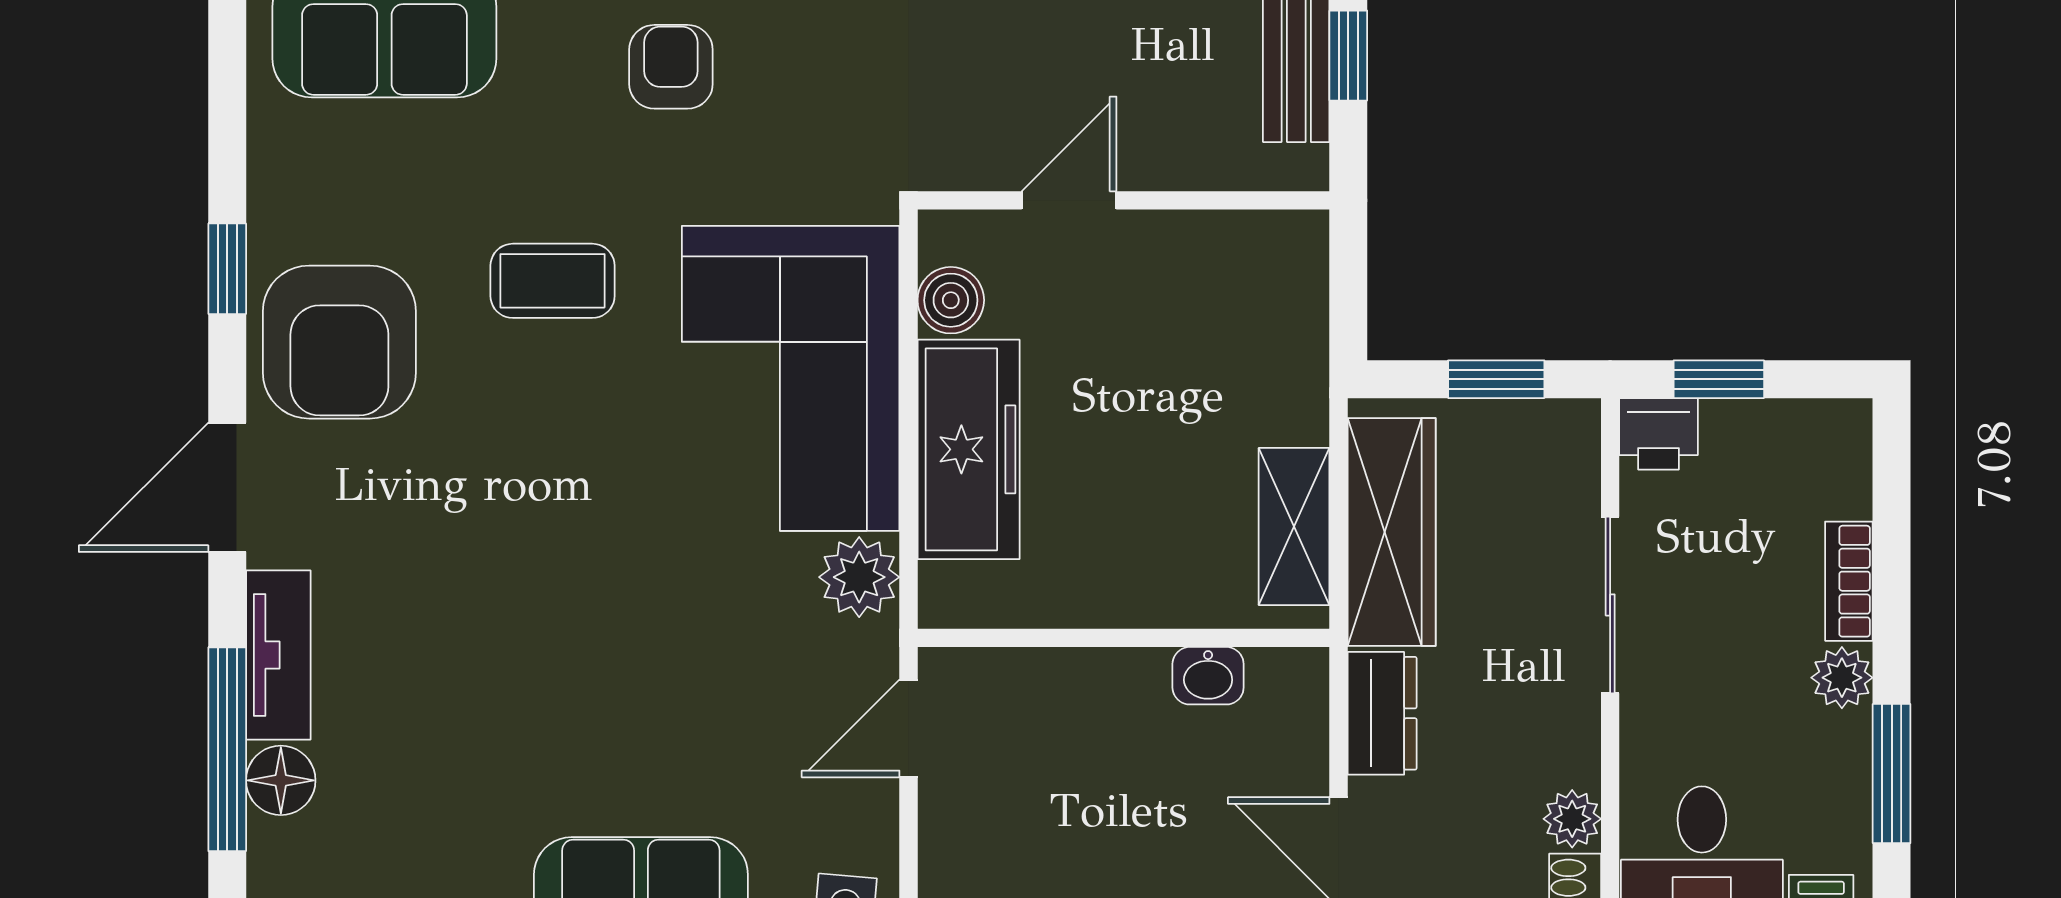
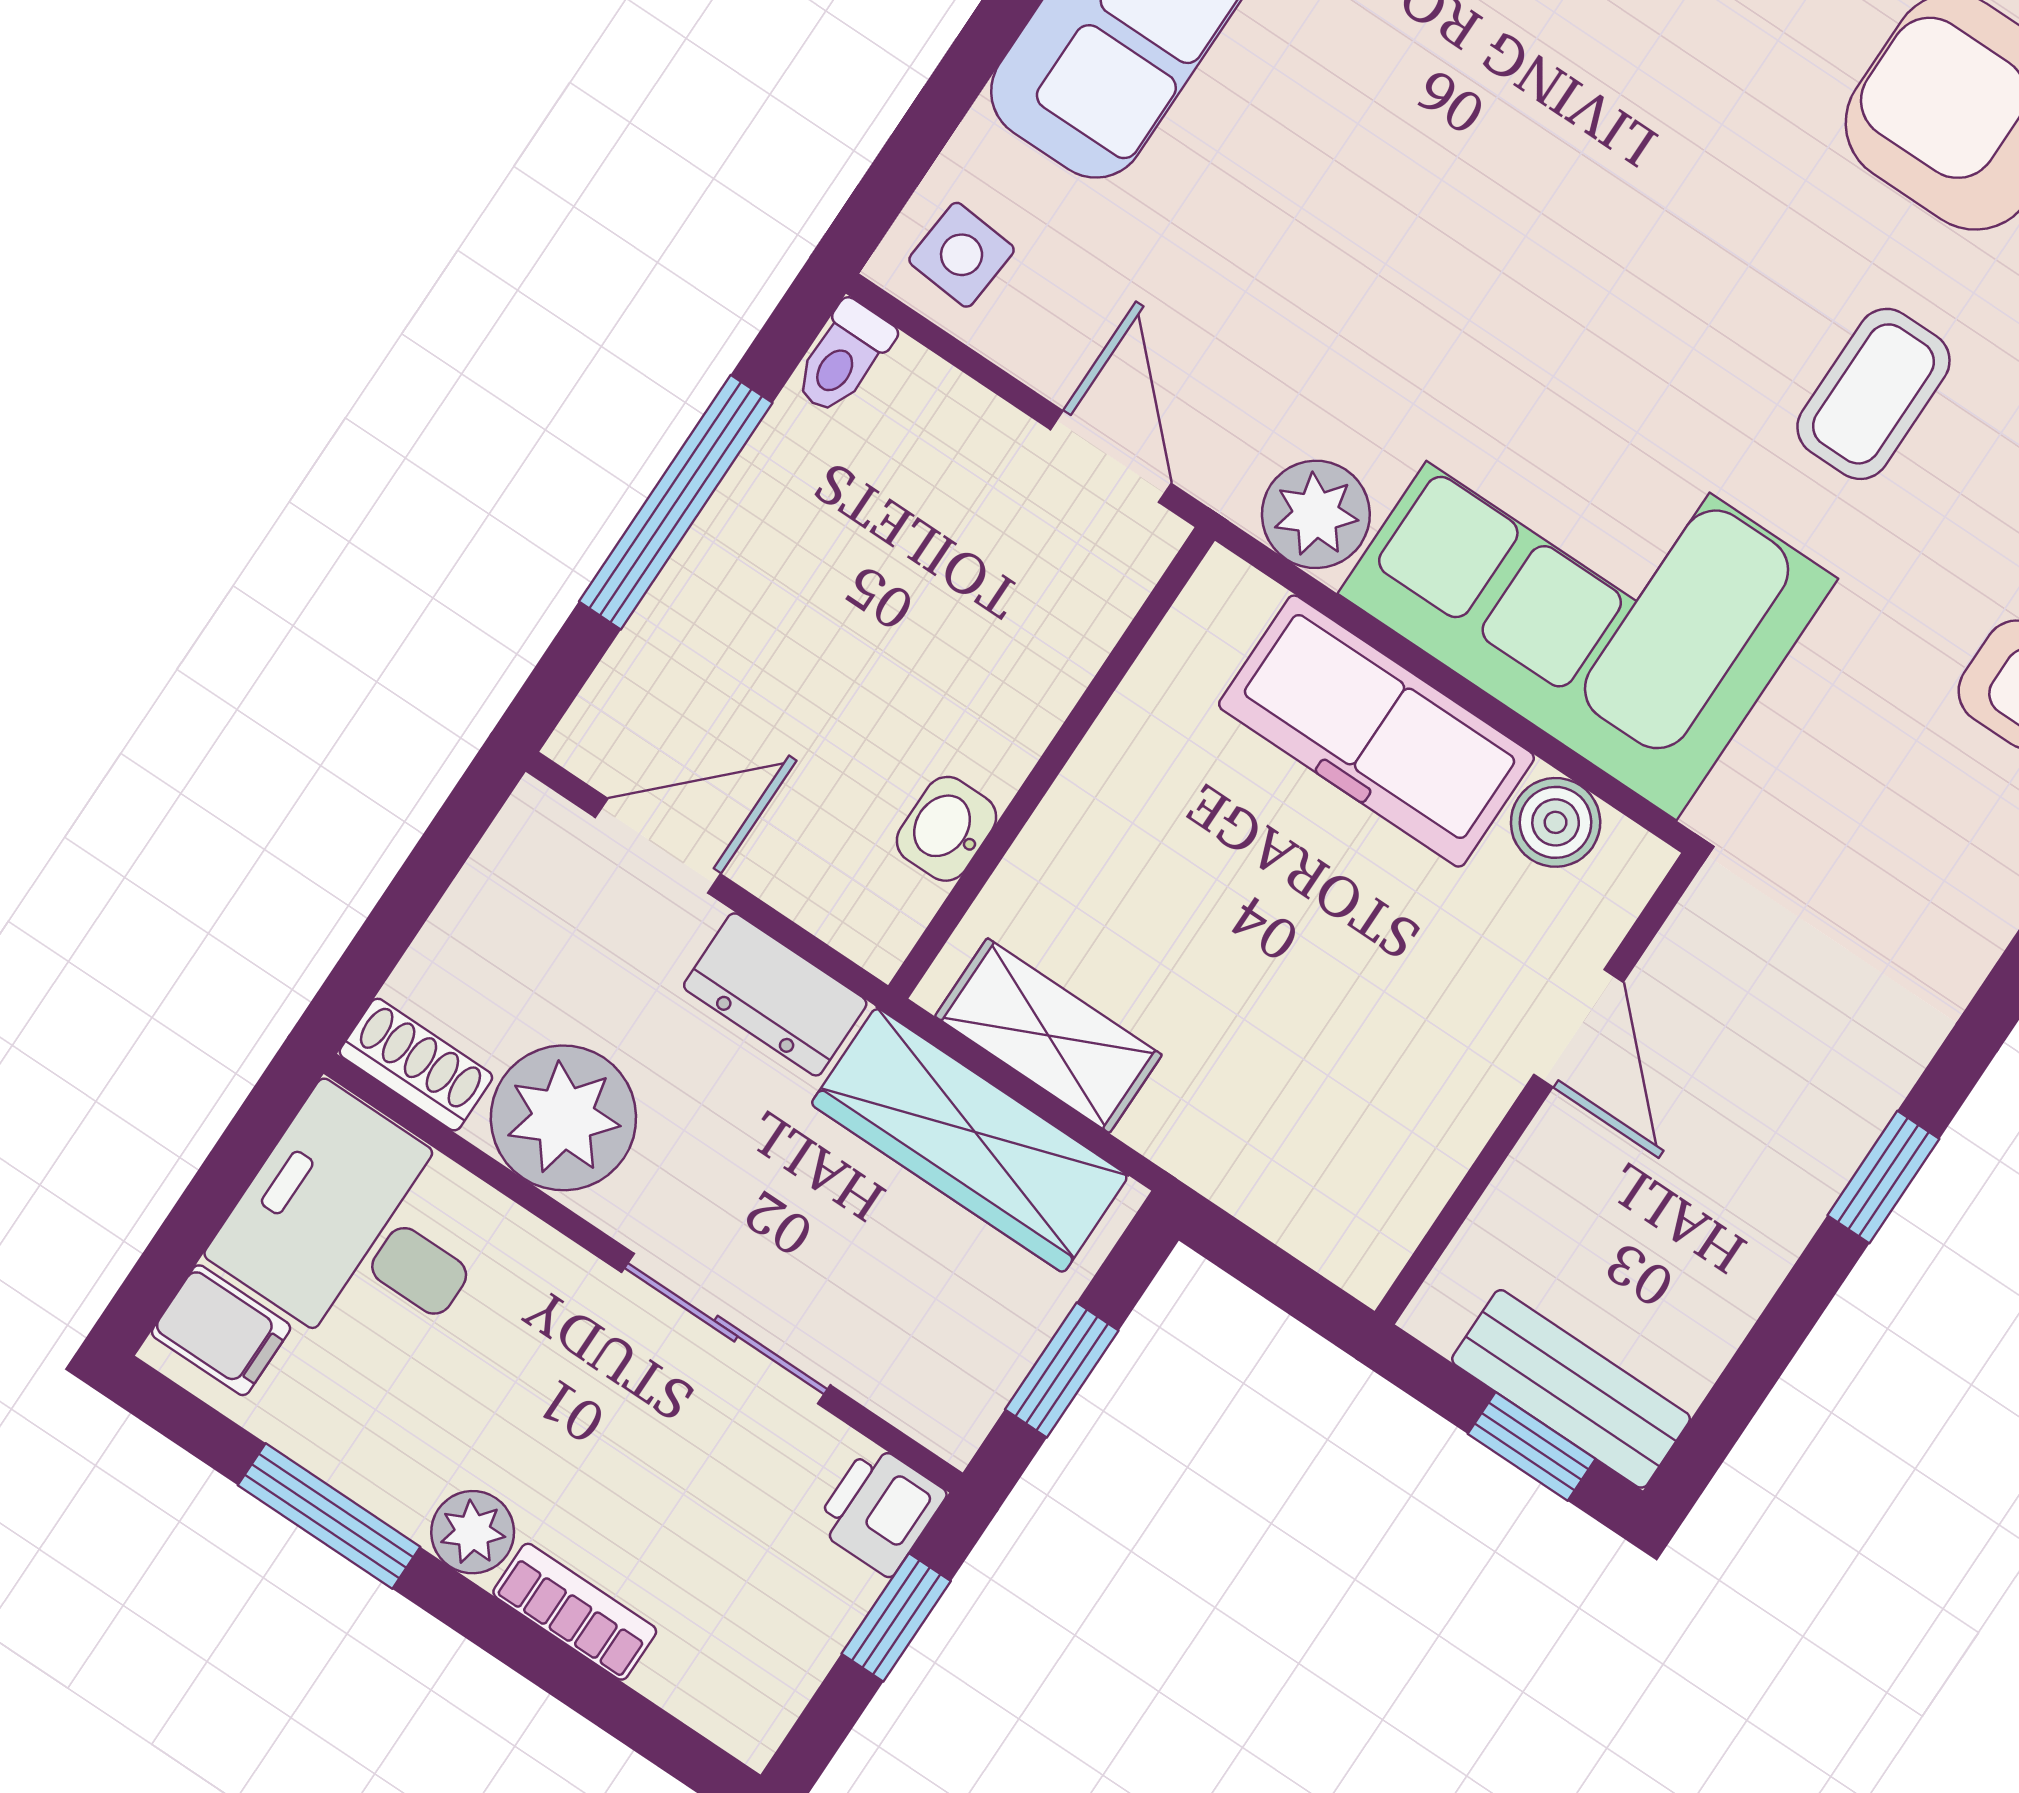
plant: (1572, 819) -> (563, 1118), width x1.87, depth x1.87

